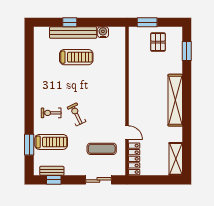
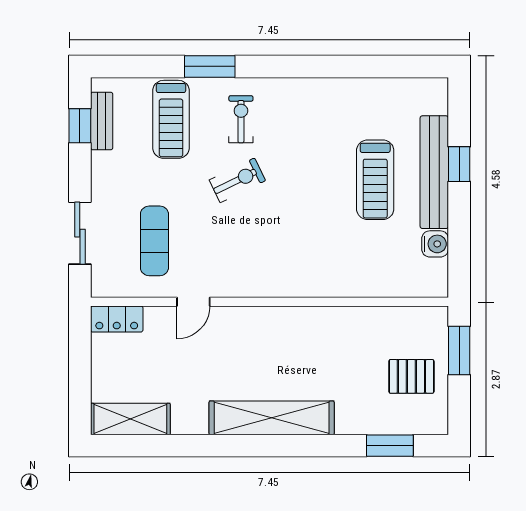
window: (29, 145) -> (210, 66), moved
locker: (134, 159) -> (117, 319), width x0.66

